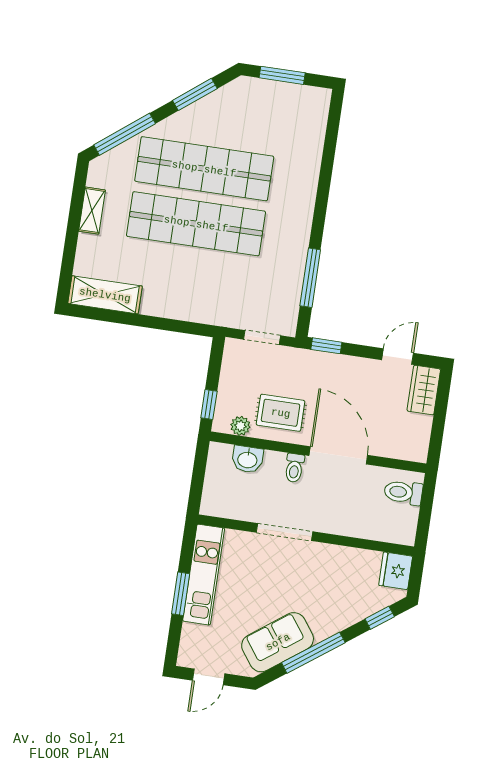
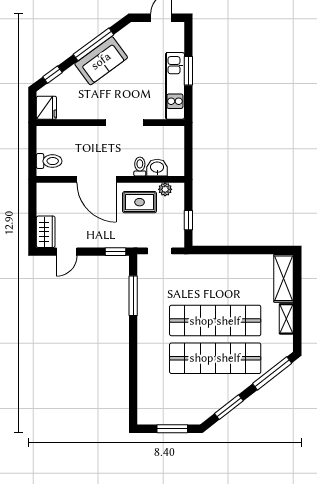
shelving: (105, 295) -> (284, 278), moved, turned 90
window: (209, 404) -> (188, 220), moved
toilet: (294, 468) -> (140, 167), moved
sofa: (278, 642) -> (101, 61), moved

